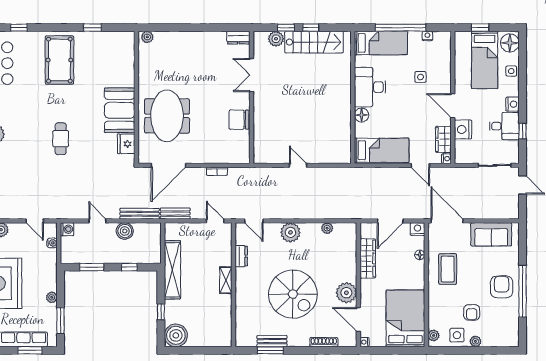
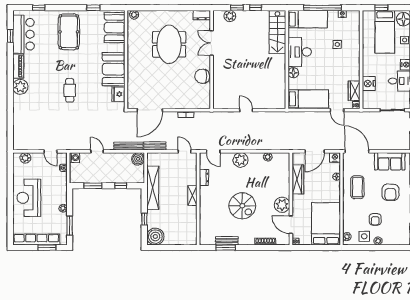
stairs: (314, 42) -> (277, 32), moved, turned 90
booth: (121, 54) -> (115, 28), added
door: (453, 106) -> (361, 66), removed
meeting table: (167, 116) -> (169, 44), moved
boiler: (125, 231) -> (138, 159), moved
armchair: (502, 287) -> (390, 192), moved, turned 180
spiral stairs: (293, 294) -> (242, 206), width x0.73, depth x0.73

